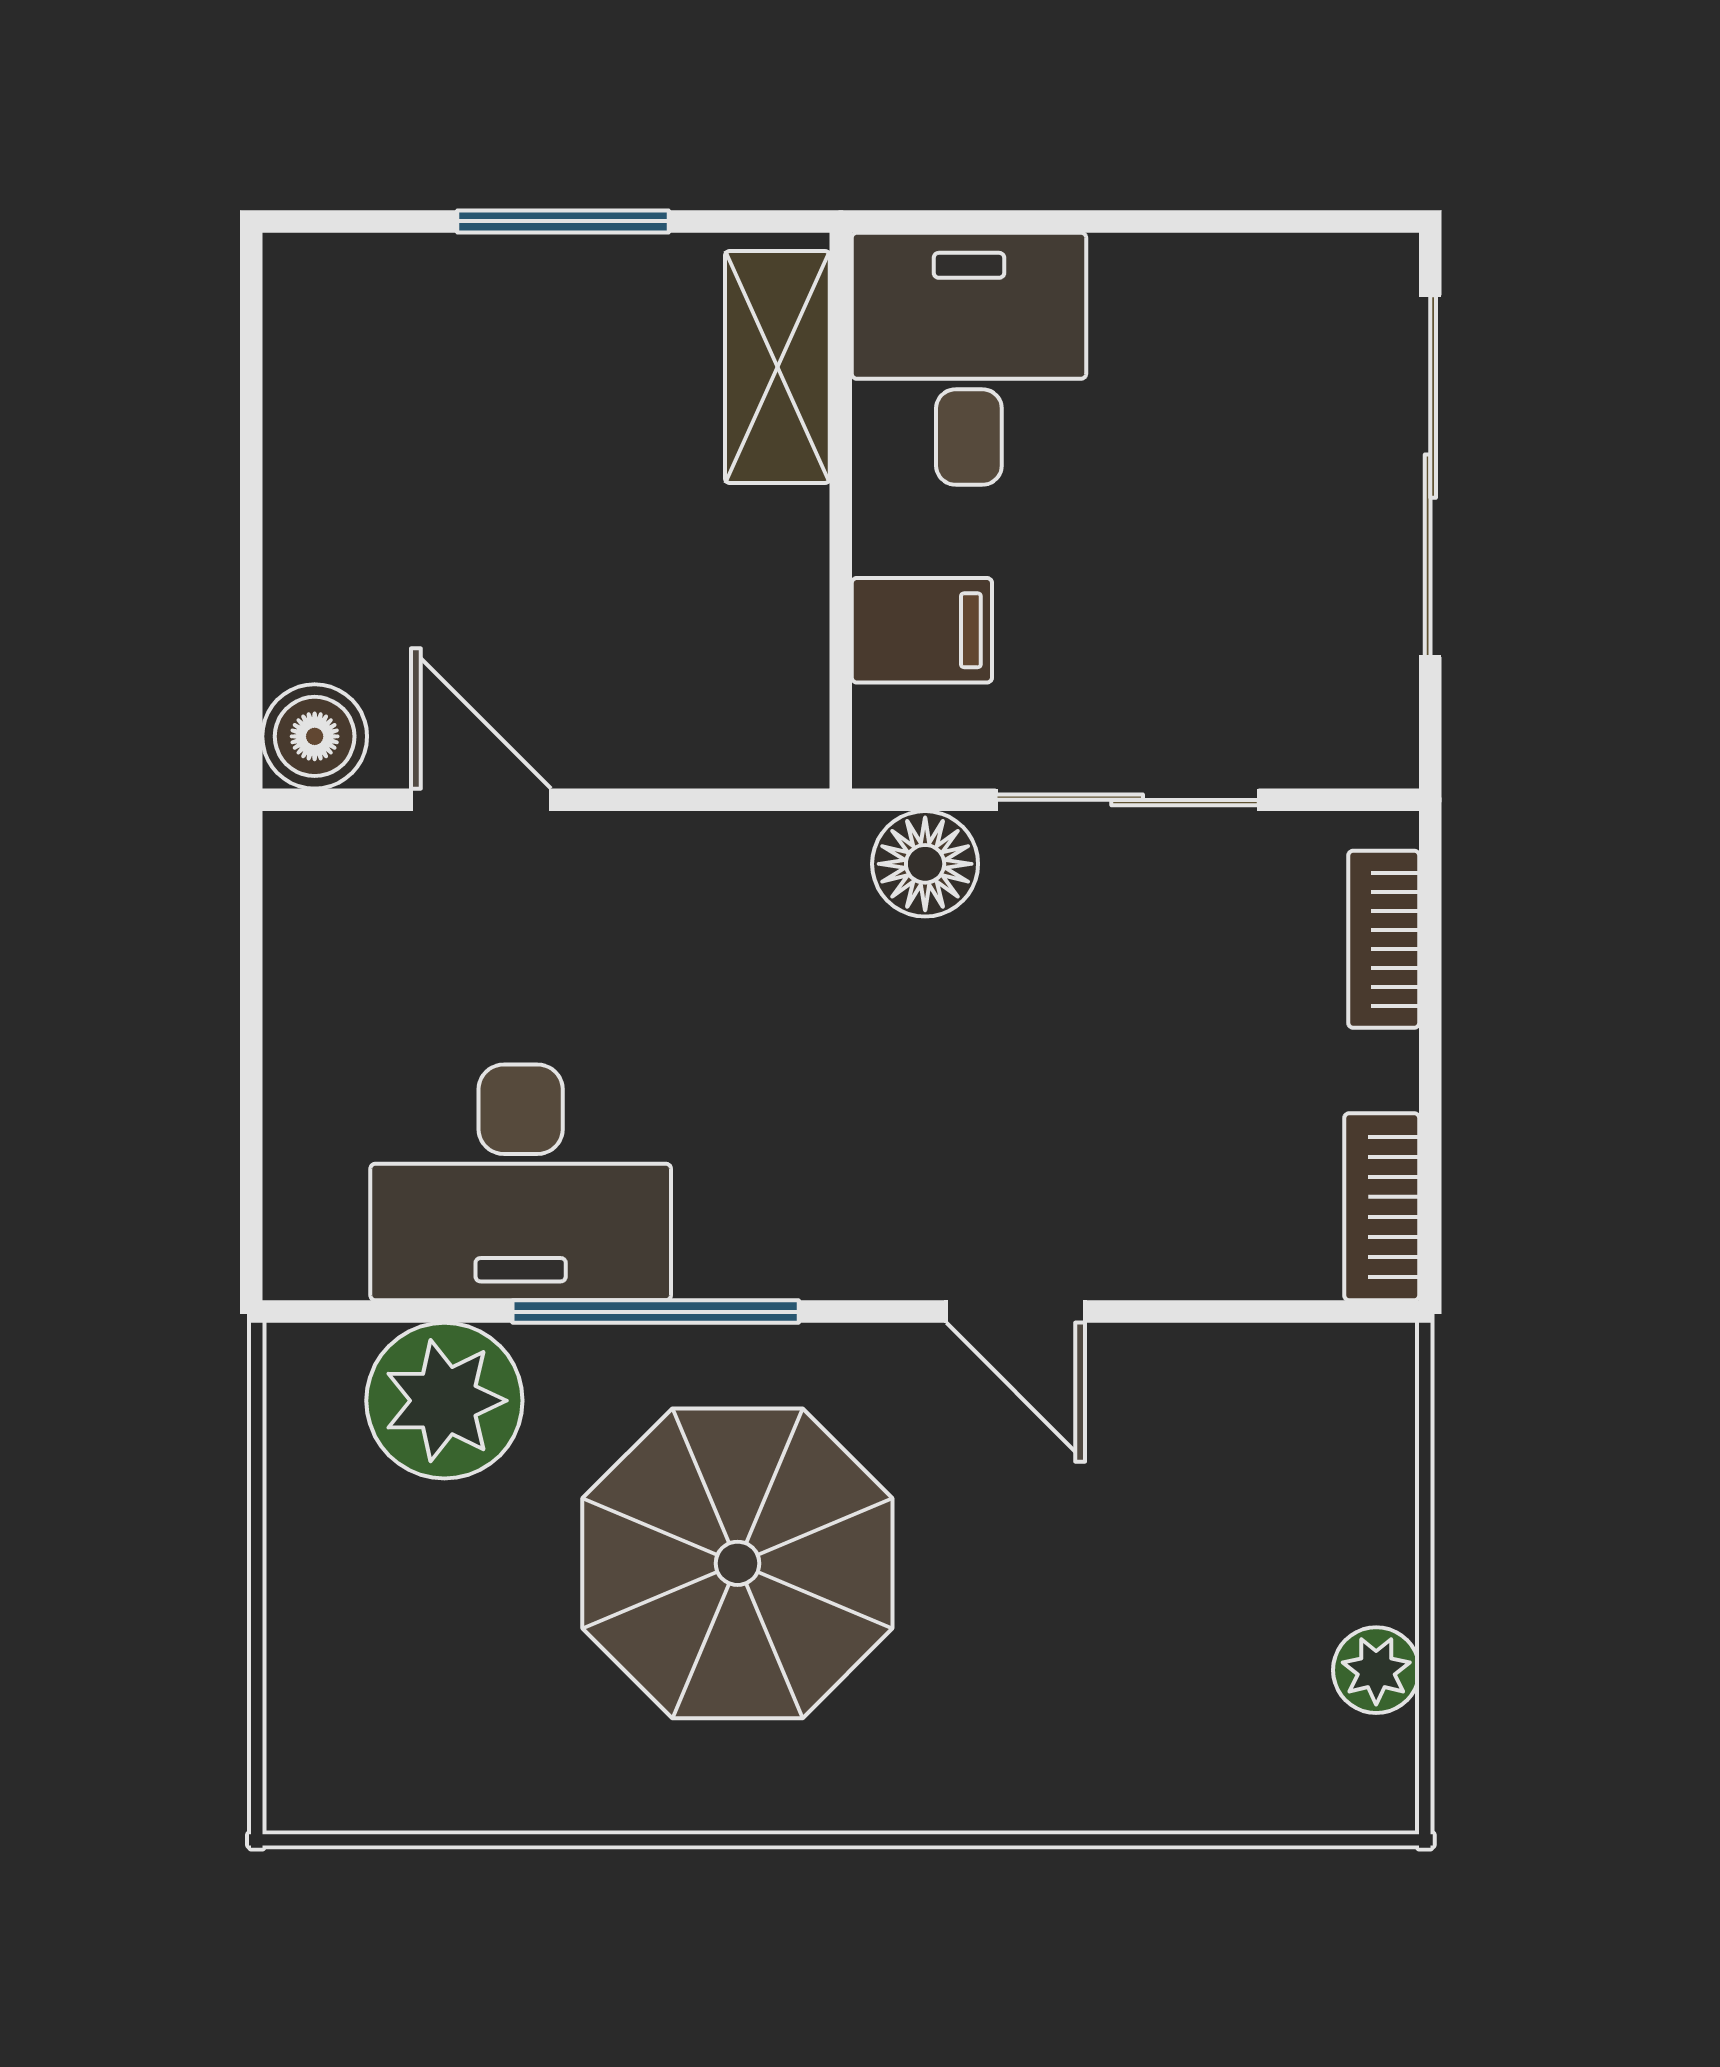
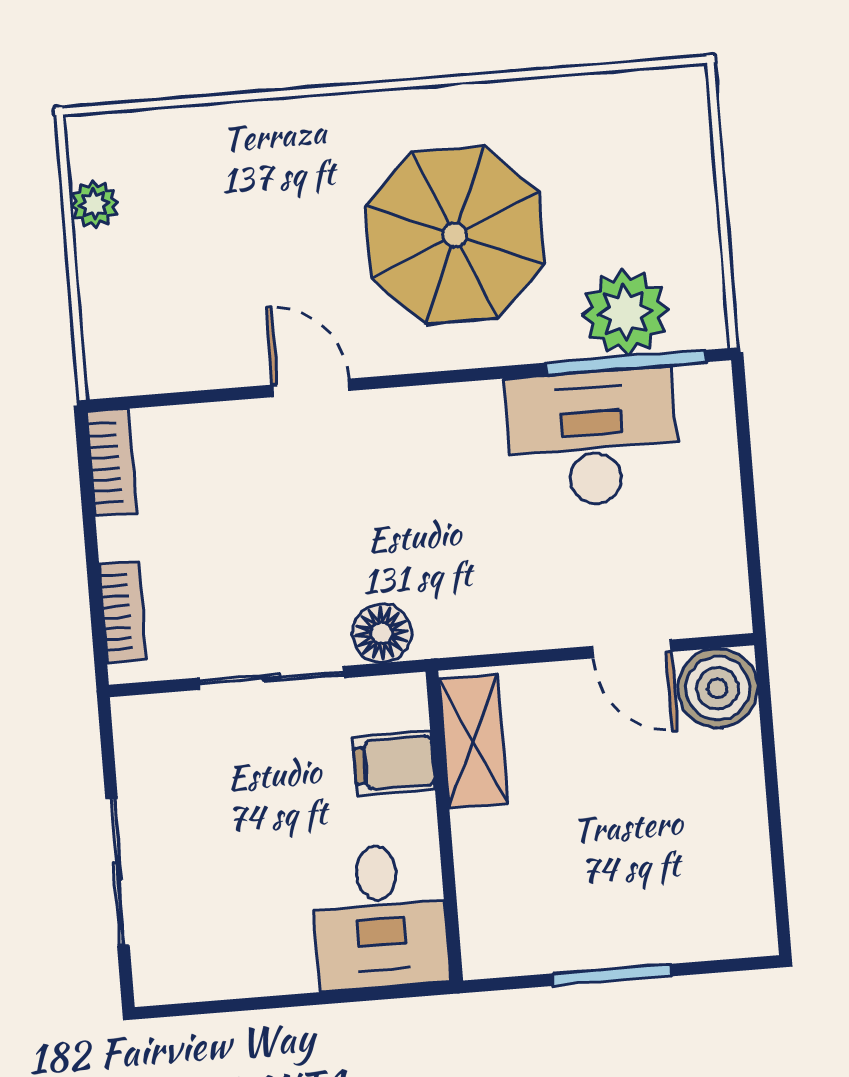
shelving: (777, 367) -> (473, 741), moved
sliding door: (1430, 476) -> (117, 872), width x0.73
boiler: (315, 736) -> (718, 688), width x1.36, depth x1.36
window: (656, 1312) -> (626, 362), moved

